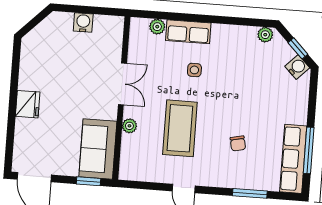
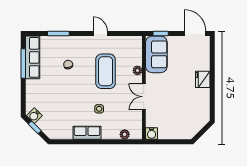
water cooler: (83, 23) -> (152, 134), moved
row of seats: (188, 32) -> (87, 133), moved
plant: (265, 35) -> (56, 134), removed

